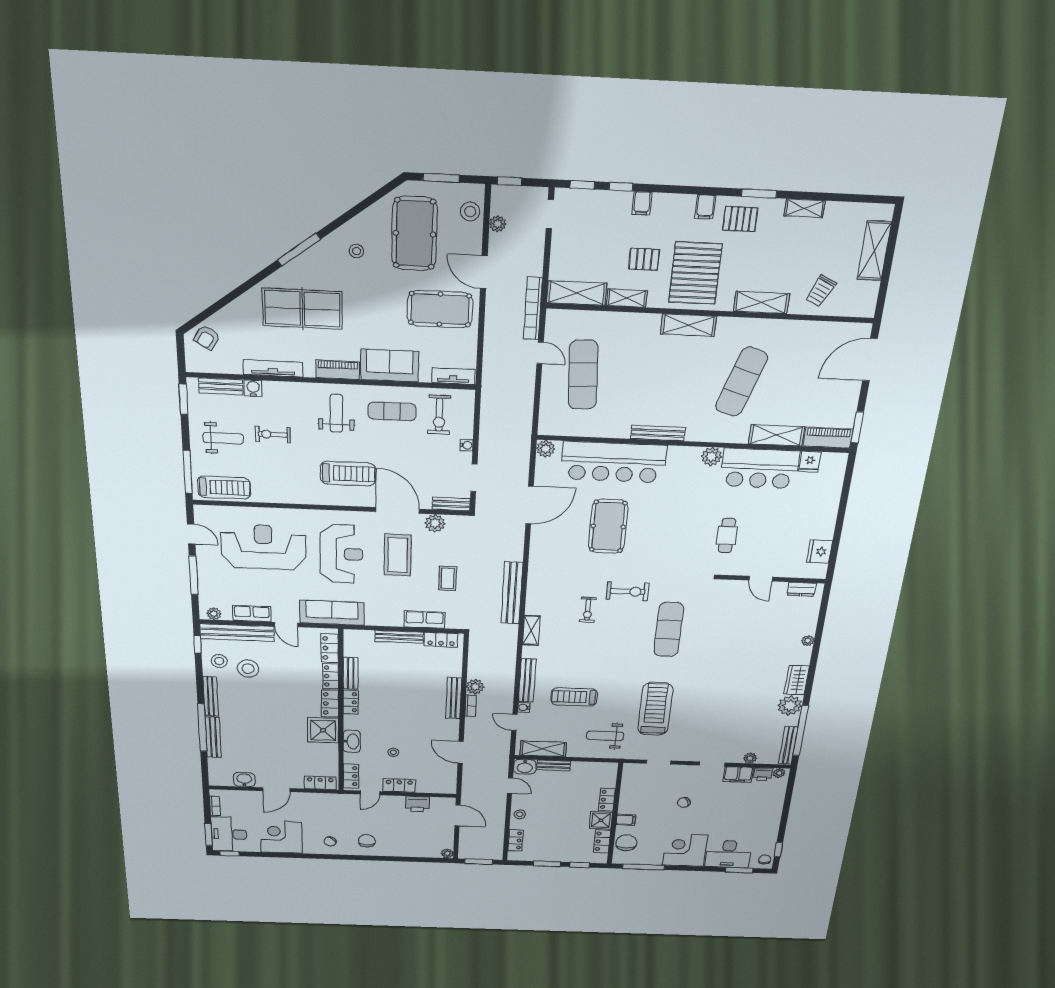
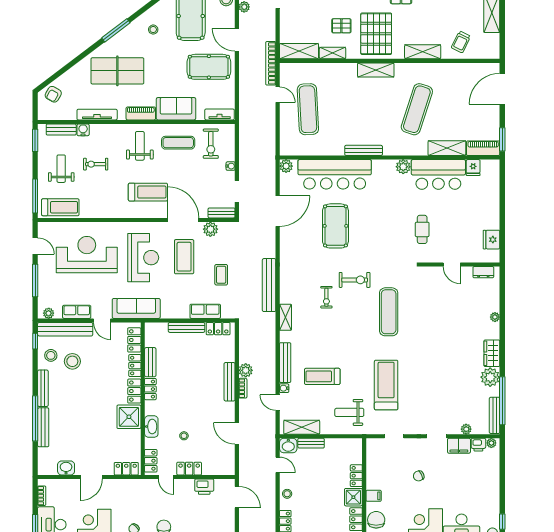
weight bench: (223, 438) -> (61, 169), turned -90
door: (370, 793) -> (166, 477), hinge flipped

